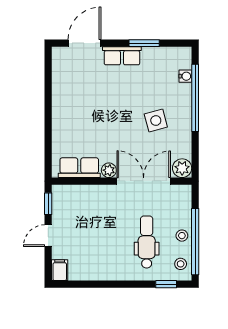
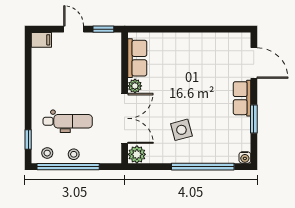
water cooler: (185, 76) -> (245, 157), moved

